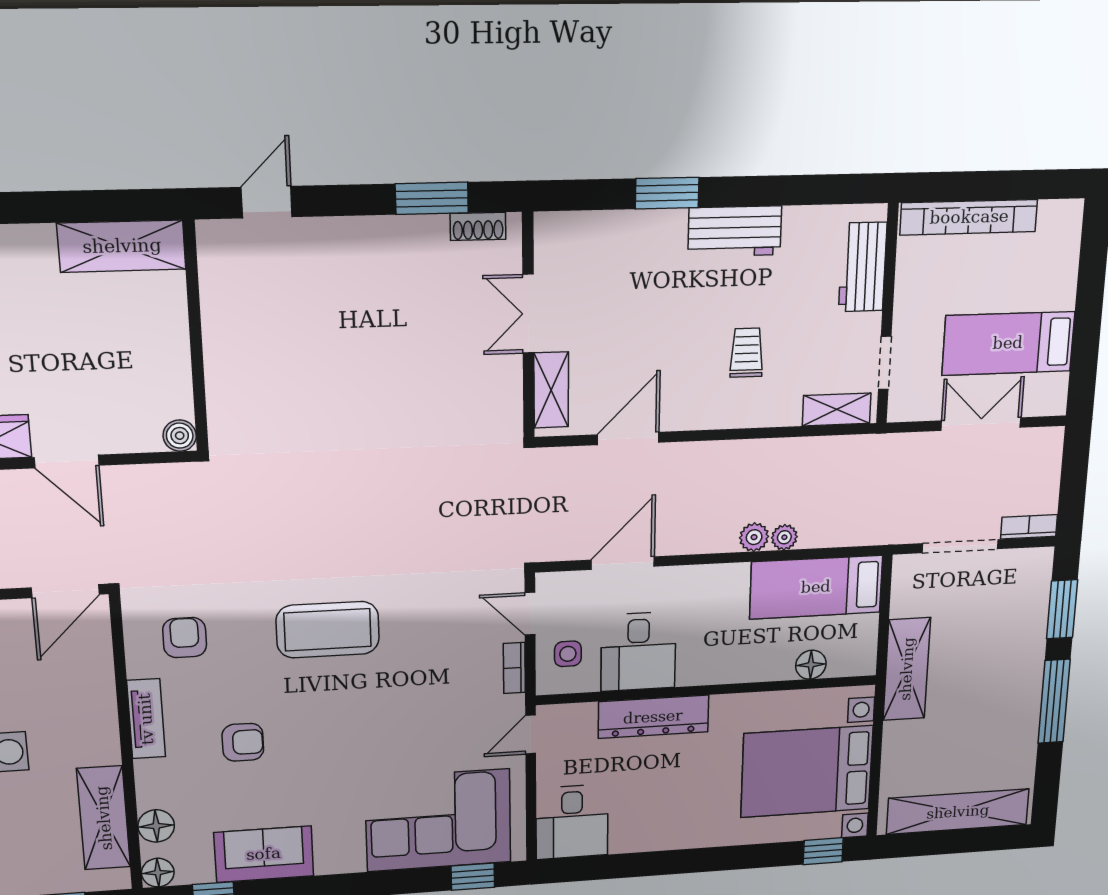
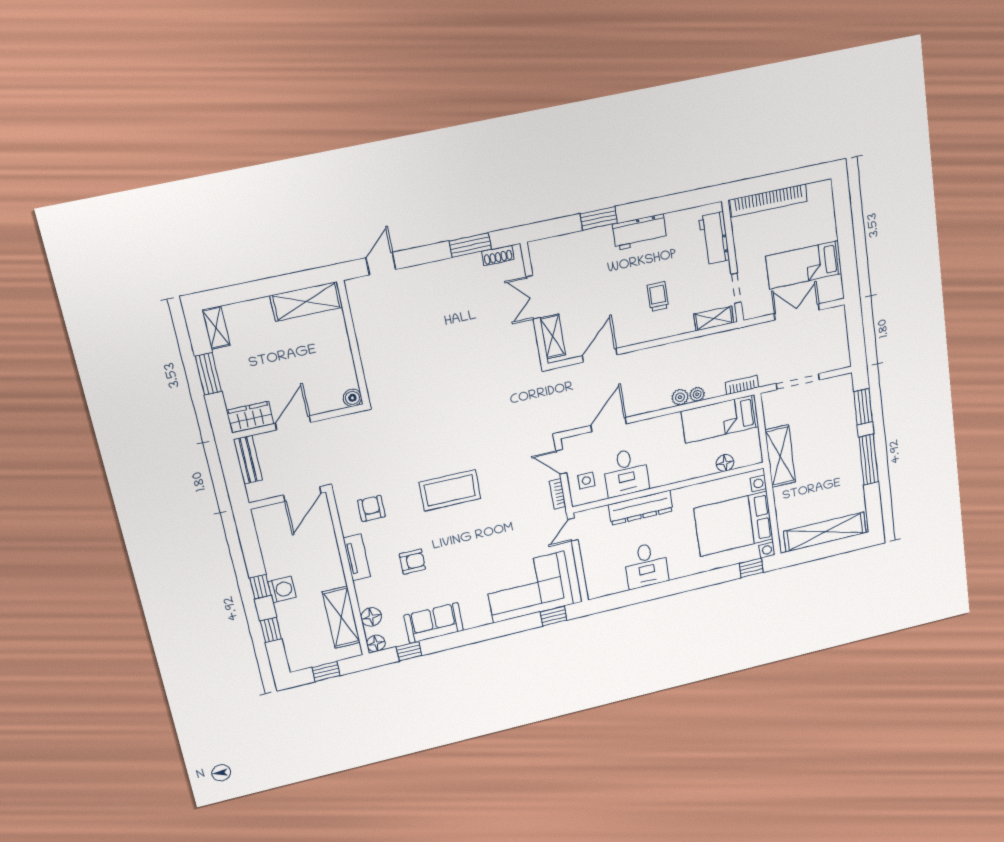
door: (67, 461) -> (293, 423), swing flipped
bookcase: (1029, 527) -> (742, 385), moved
desk: (572, 822) -> (646, 565), moved

